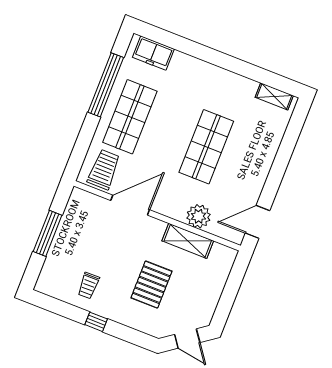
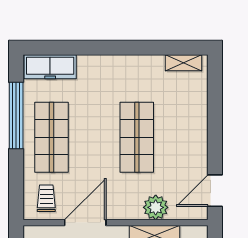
freezer: (153, 53) -> (50, 67), width x1.40
trolley: (104, 170) -> (46, 198), width x0.73, depth x0.72

